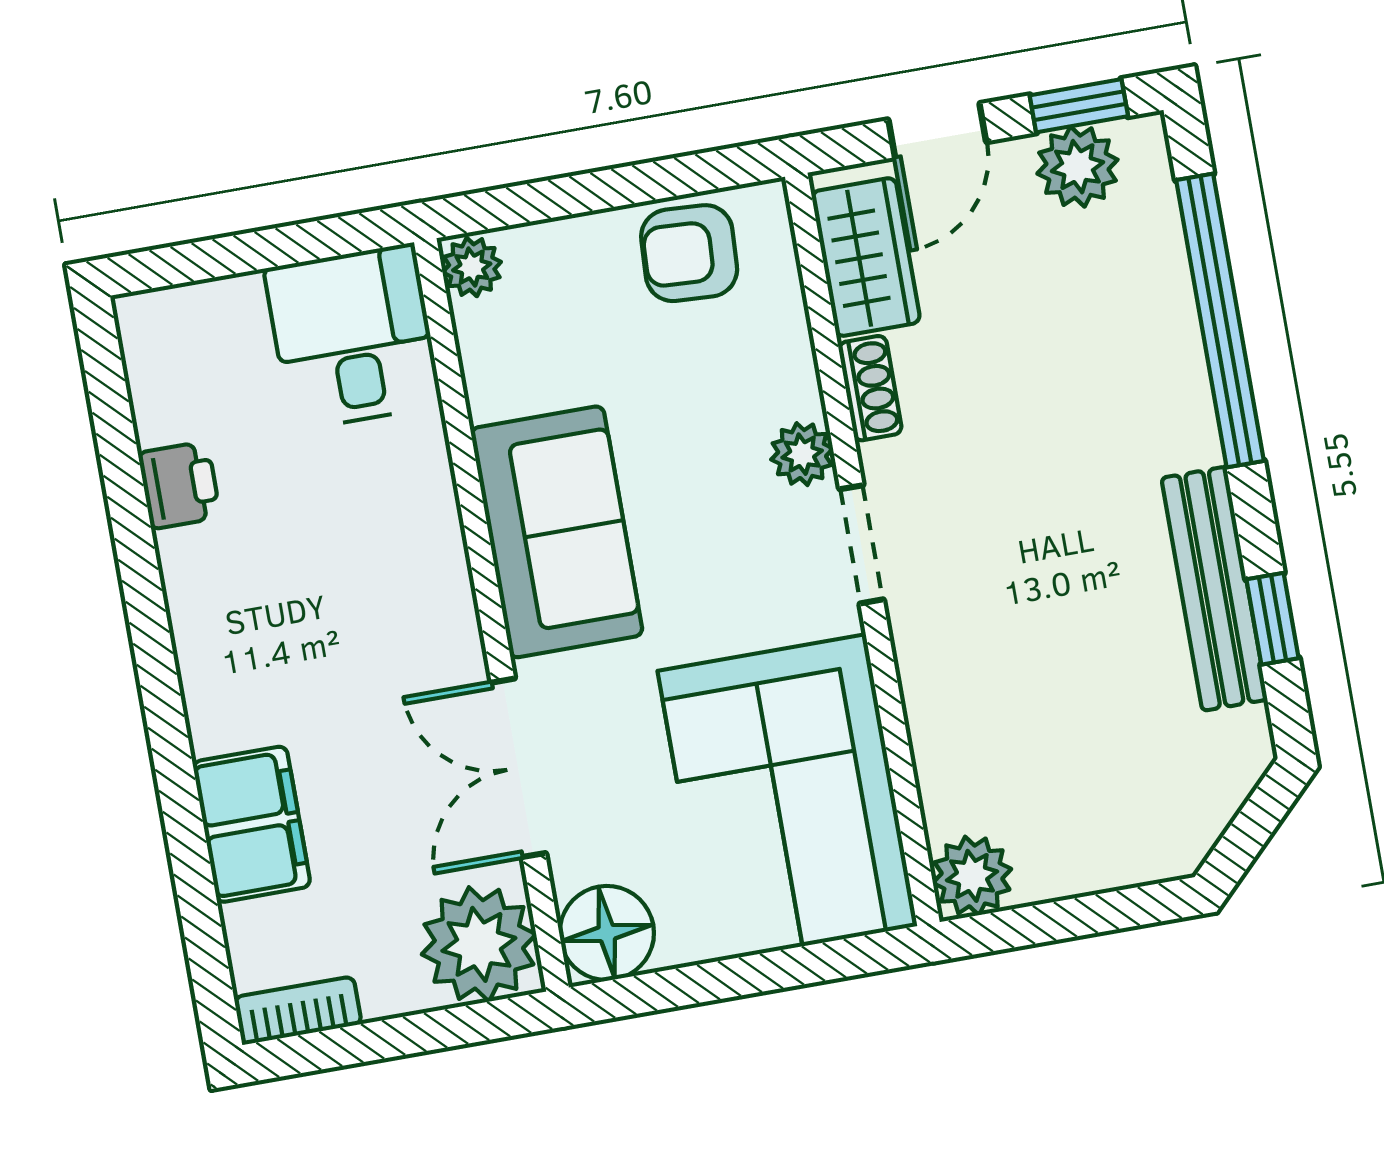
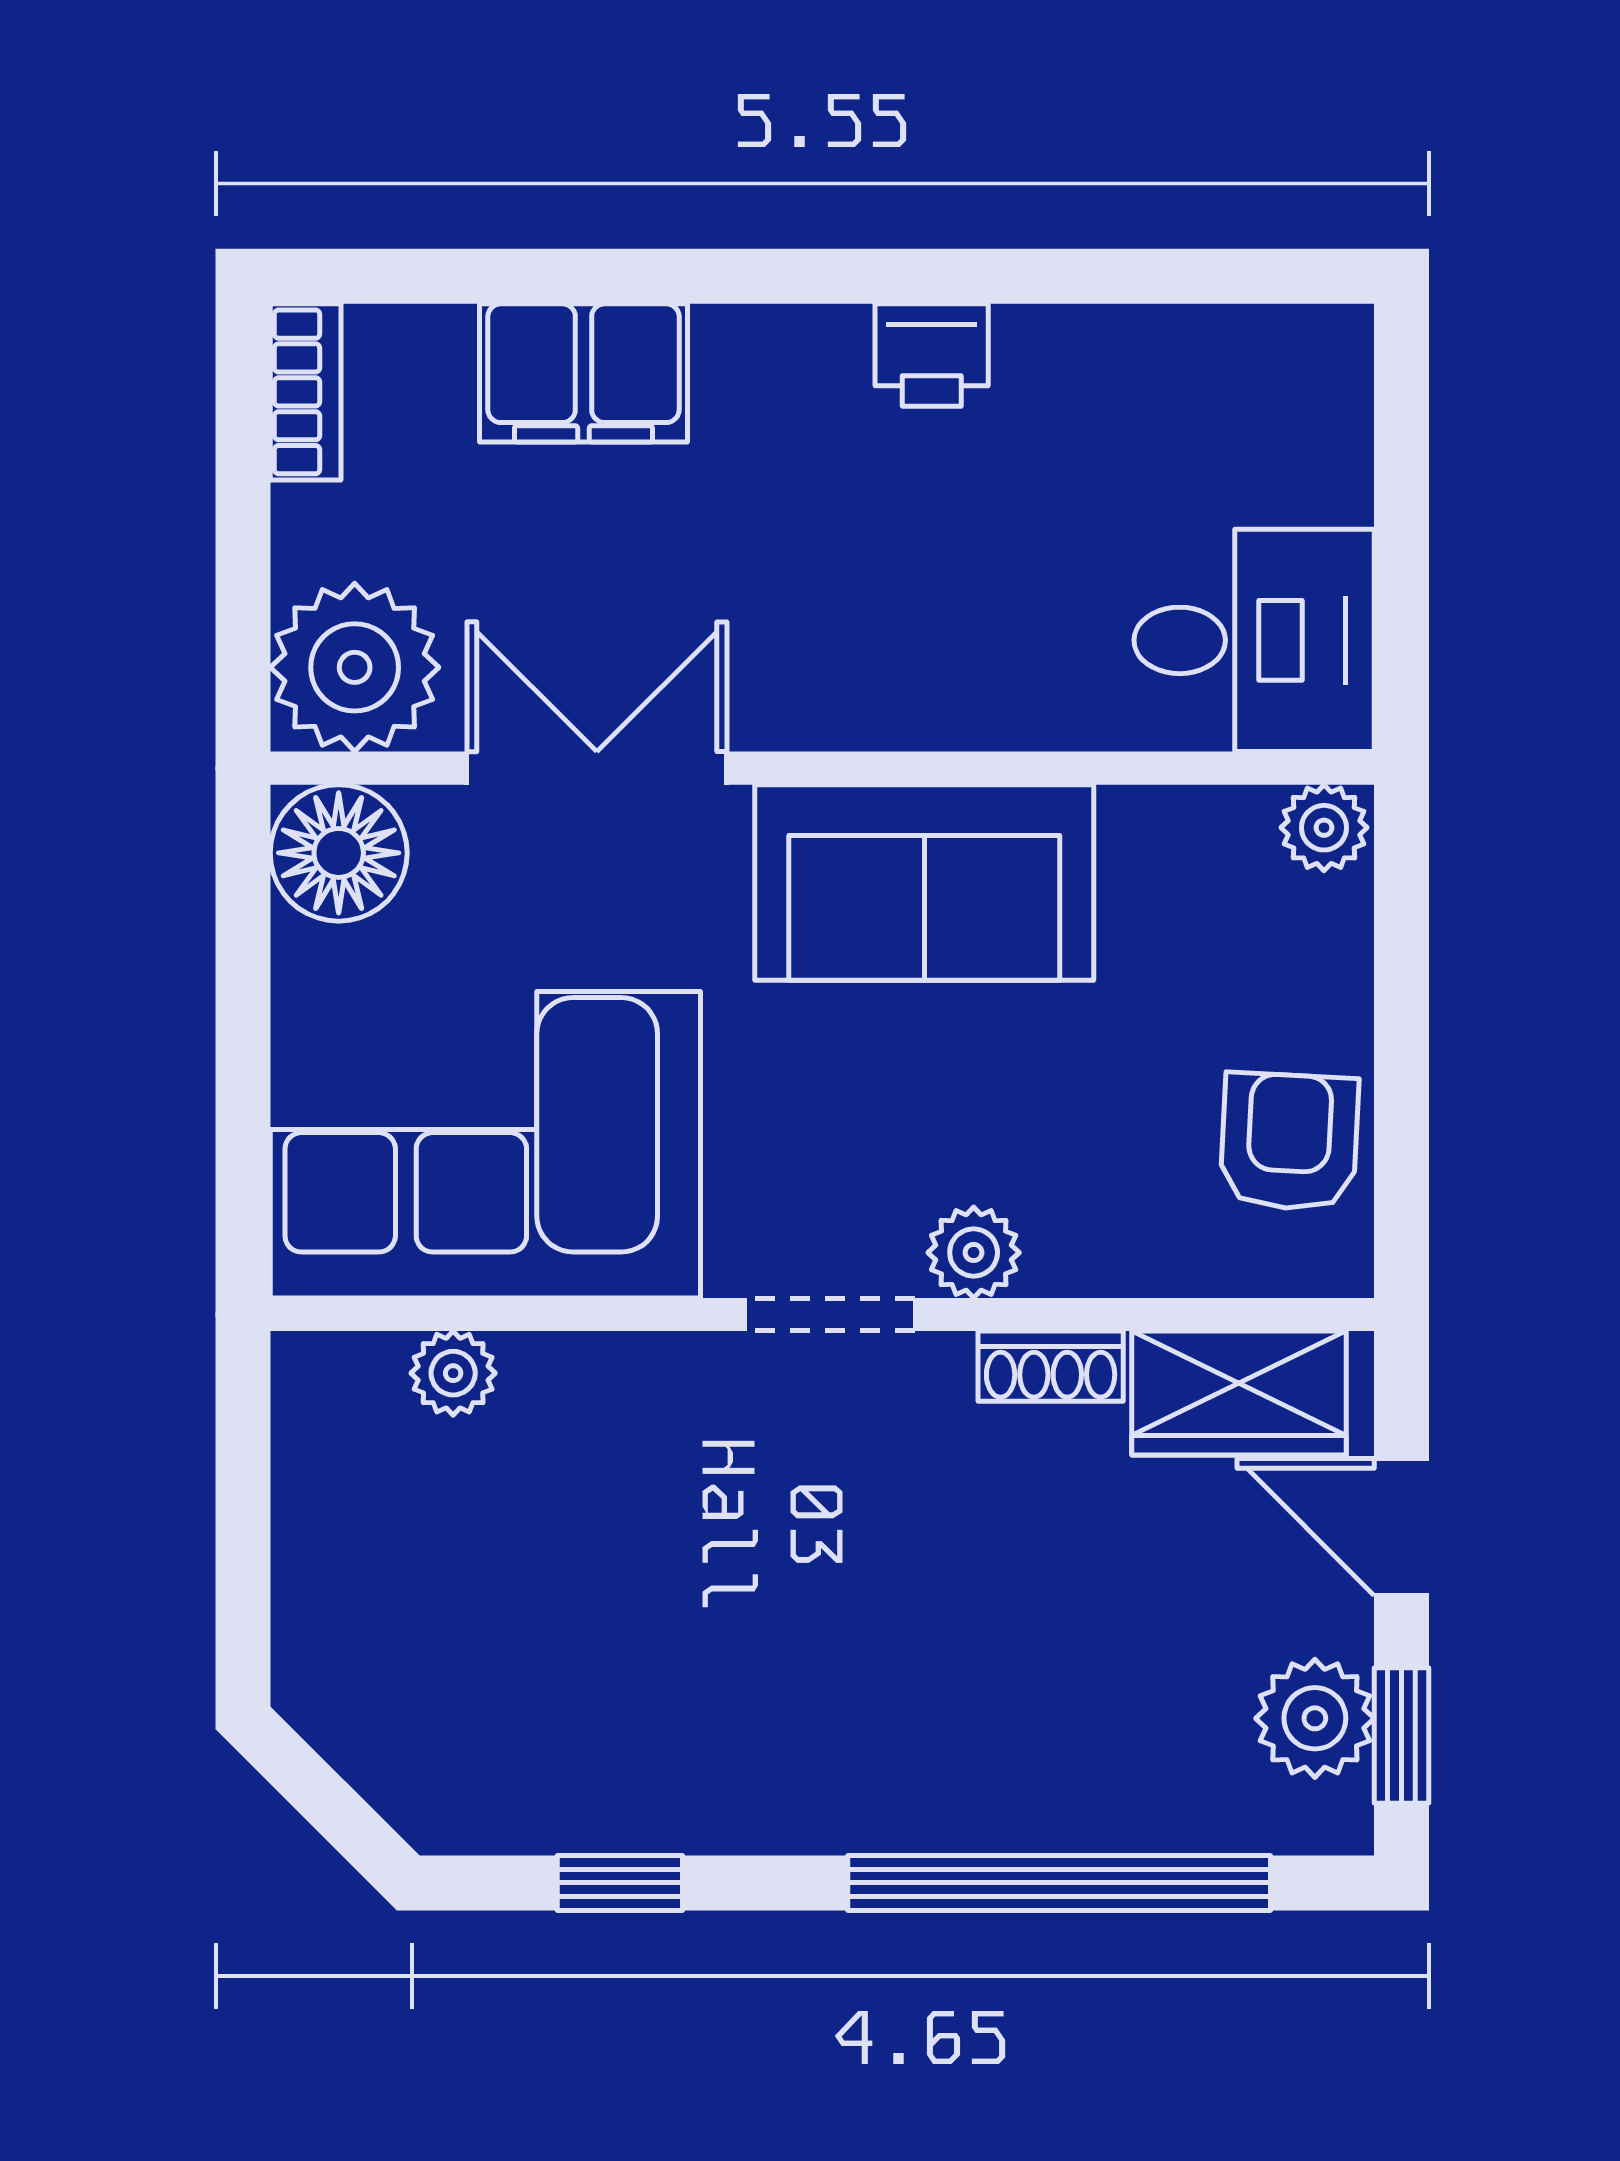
printer: (179, 485) -> (932, 355), moved
bench: (1214, 589) -> (677, 1808), removed
plant: (972, 876) -> (453, 1373), moved, width x0.73, depth x0.73

